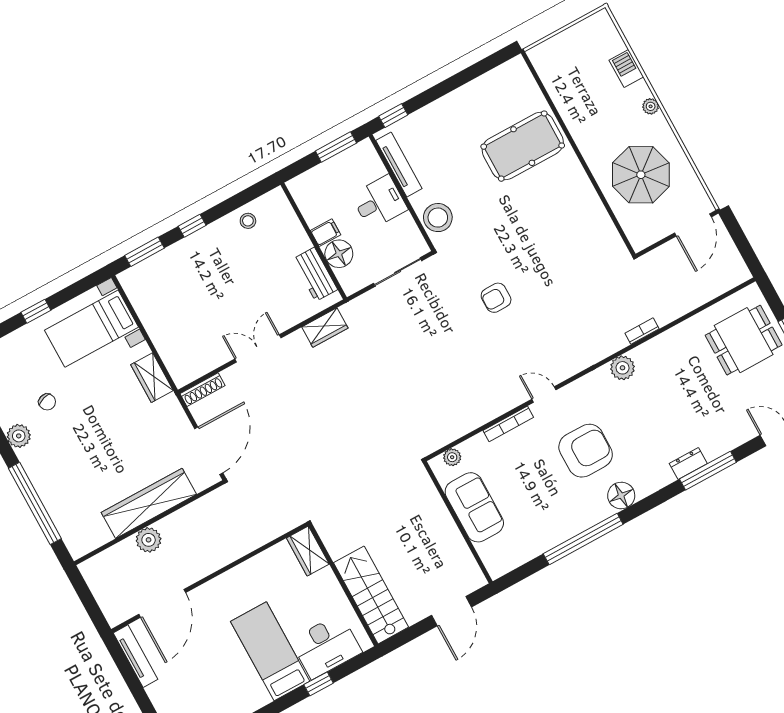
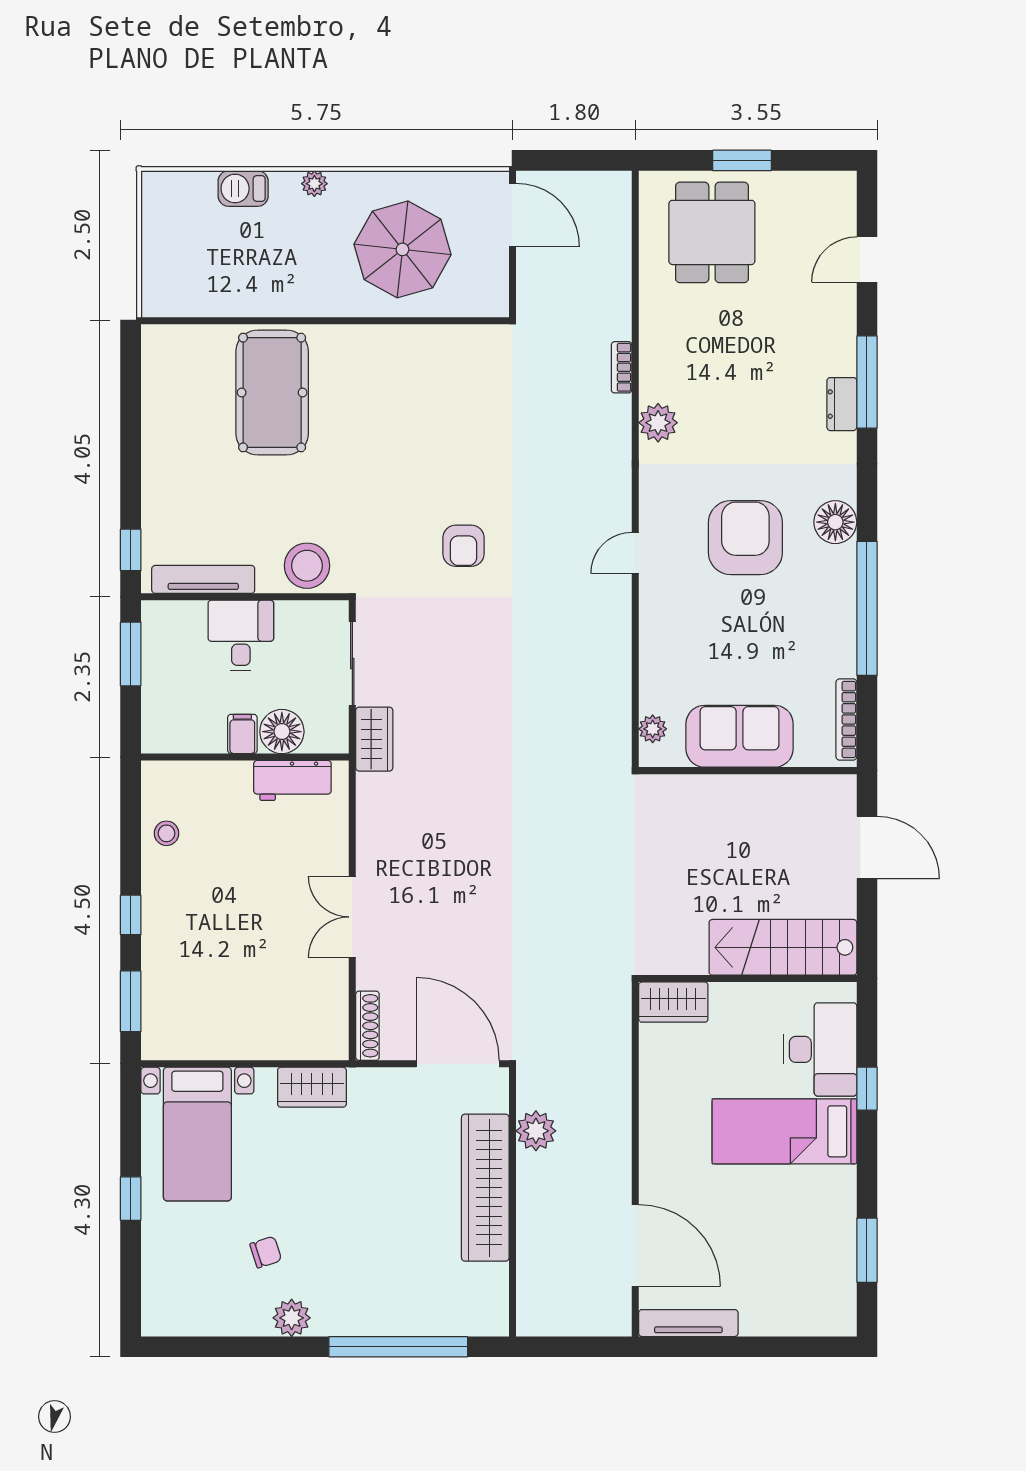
wardrobe: (325, 328) -> (374, 739), moved
bookcase: (508, 424) -> (846, 719), moved, turned 180
plant: (149, 540) -> (536, 1131), moved

